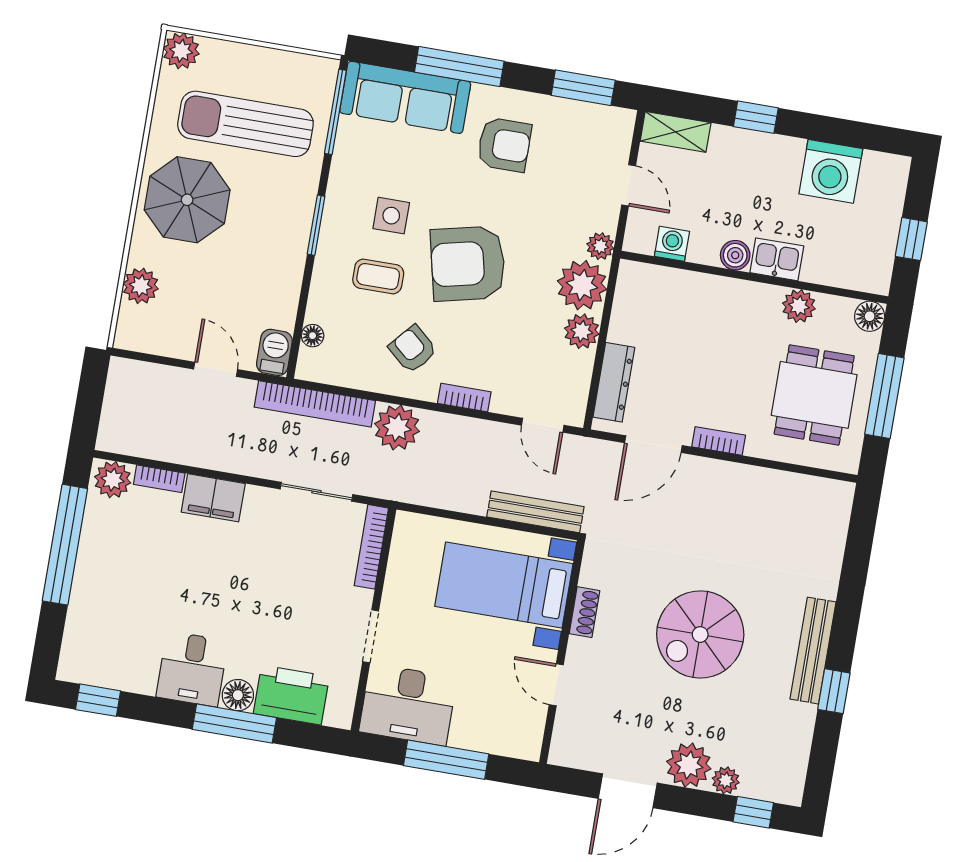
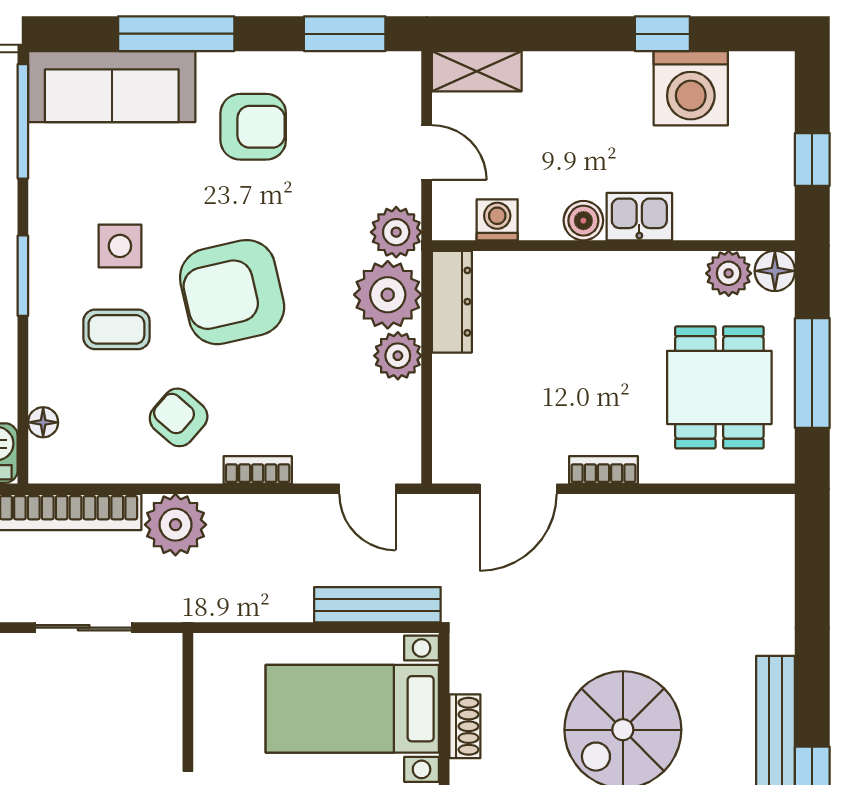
window: (756, 117) -> (662, 34), moved
plant: (600, 246) -> (396, 232), width x1.38, depth x1.38
plant: (799, 306) -> (729, 273), moved
dresser: (614, 382) -> (452, 302), moved
bookcase: (371, 547) -> (169, 688), removed

